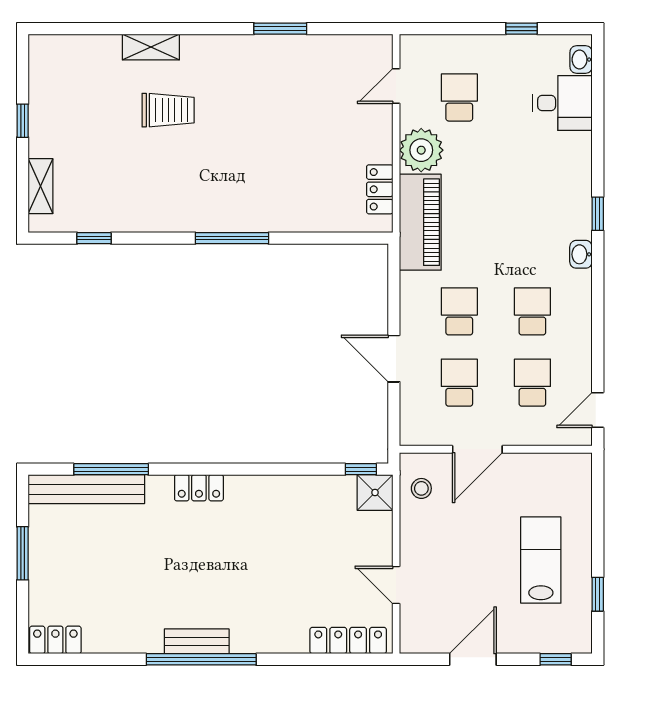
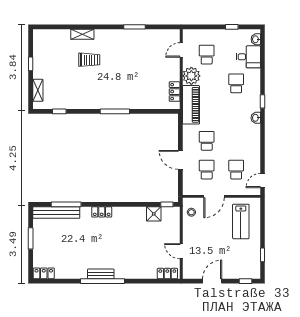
school desk: (532, 311) -> (236, 83), moved
shower: (375, 492) -> (154, 214), moved
lab bench: (541, 560) -> (241, 221), moved, turned 180
locker: (348, 641) -> (167, 274), width x0.66

